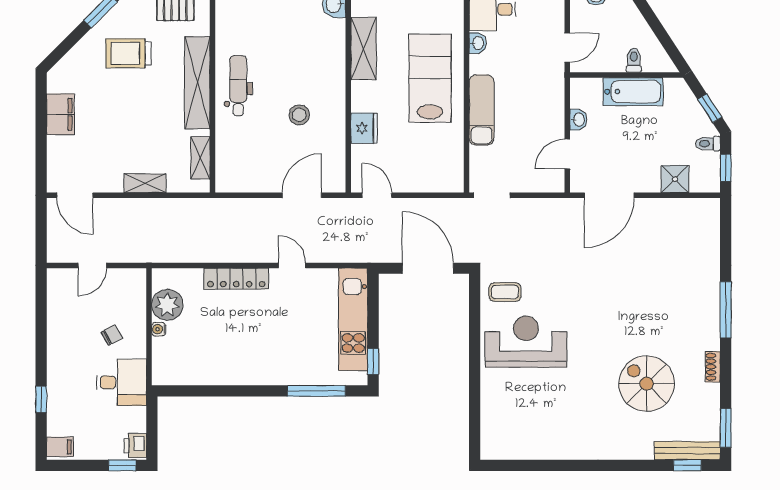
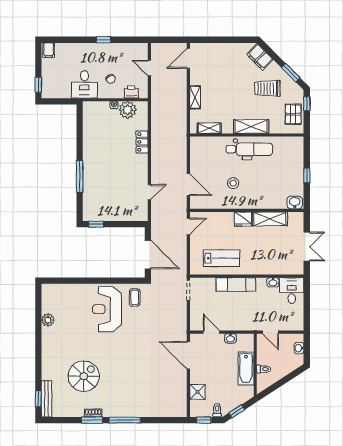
trolley: (129, 53) -> (267, 88), turned -90
lab bench: (430, 78) -> (221, 258), moved, width x0.73, depth x0.72
shelving: (197, 83) -> (251, 127), width x0.68
dental chair: (238, 86) -> (249, 149), width x1.36, depth x1.38
filing cabinet: (60, 114) -> (260, 57), moved, turned 45
fridge: (364, 128) -> (243, 219), moved
door: (292, 265) -> (149, 192), moved
door: (428, 268) -> (148, 255), hinge flipped
locker: (236, 279) -> (142, 142), width x0.66
kitchen unit: (353, 319) -> (119, 213), removed
reception desk: (526, 342) -> (107, 309), turned 180
window: (316, 391) -> (80, 176), moved
window: (41, 399) -> (103, 40), moved
window: (726, 428) -> (92, 420), moved
printer: (135, 446) -> (131, 92), moved
plant: (545, 448) -> (48, 320), added

